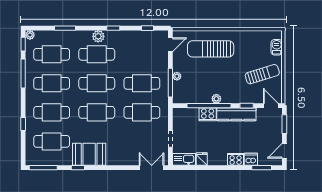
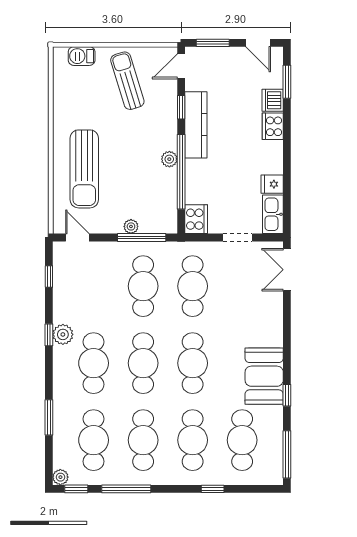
plant: (98, 36) -> (63, 334), moved
cooker: (208, 114) -> (196, 219), moved

